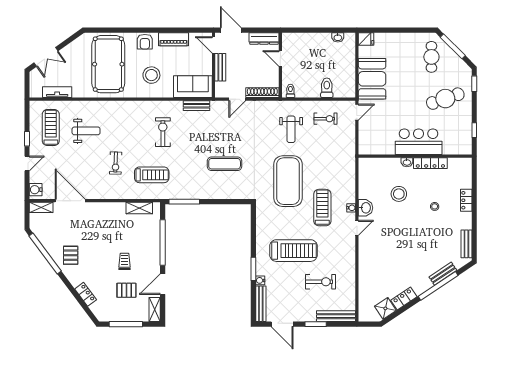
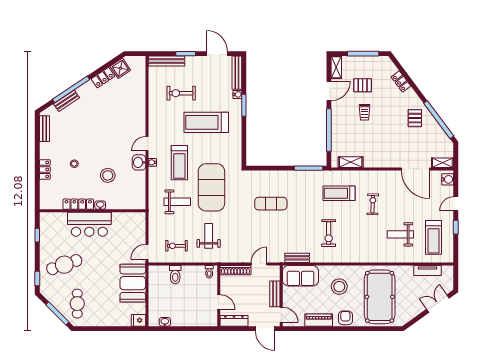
weight bench: (325, 166) -> (177, 202), added

